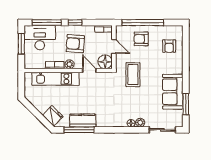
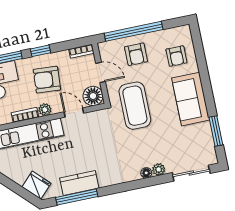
armchair: (141, 39) -> (136, 54), turned -90
coffee table: (133, 75) -> (135, 106), width x1.36, depth x1.32
sofa: (173, 92) -> (191, 99), moved

